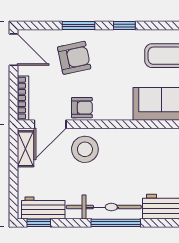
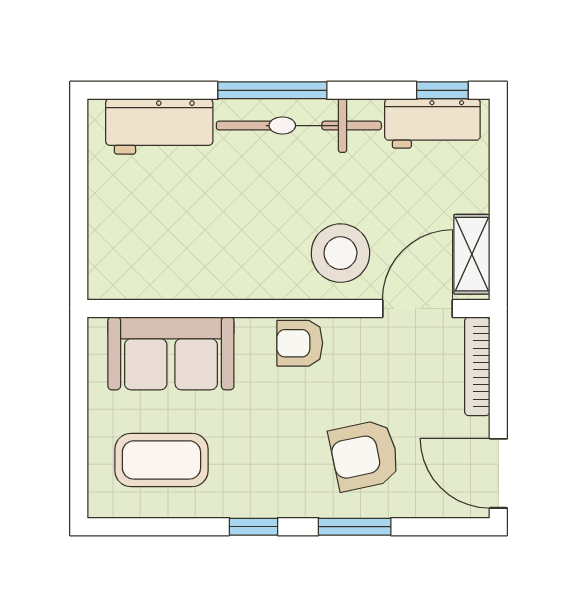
armchair: (82, 108) -> (300, 343), moved

